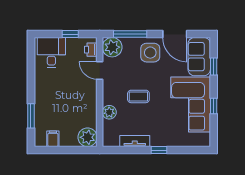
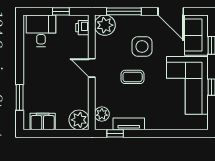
side table: (150, 53) -> (142, 47), moved
door: (100, 70) -> (92, 68), moved
plant: (109, 112) -> (102, 114), moved
filing cabinet: (53, 139) -> (43, 121), width x2.00
window: (159, 150) -> (115, 133), moved

